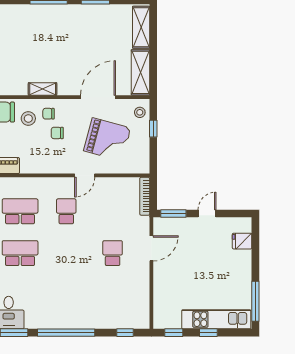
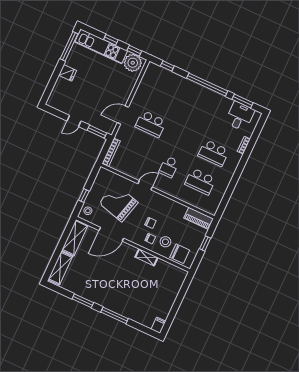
fridge: (242, 241) -> (68, 73), moved
school desk: (113, 253) -> (151, 124), width x1.85
plant: (169, 317) -> (133, 63), added

